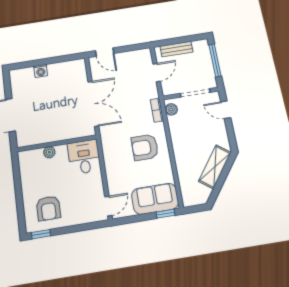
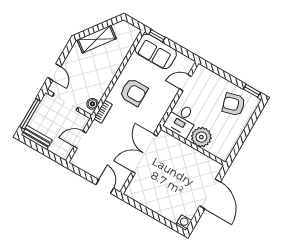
bench: (176, 49) -> (37, 137), moved
washing machine: (41, 71) -> (184, 223), moved
plant: (49, 152) -> (201, 137), width x1.88, depth x1.88
door: (108, 206) -> (186, 83), moved
armchair: (48, 208) -> (234, 104), turned -106

